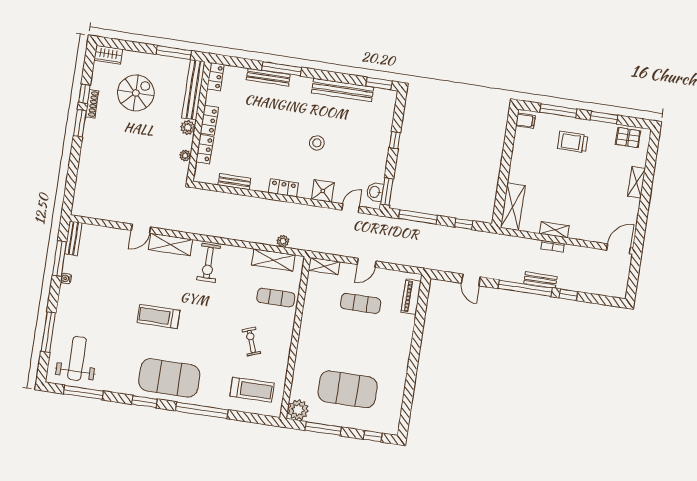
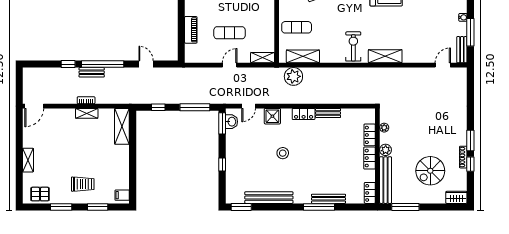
window: (558, 111) -> (98, 207), width x0.69
bench: (234, 182) -> (328, 113), moved
door: (141, 229) -> (443, 65), moved
plant: (283, 241) -> (293, 76), width x1.87, depth x1.87
piano: (411, 297) -> (191, 30), moved

